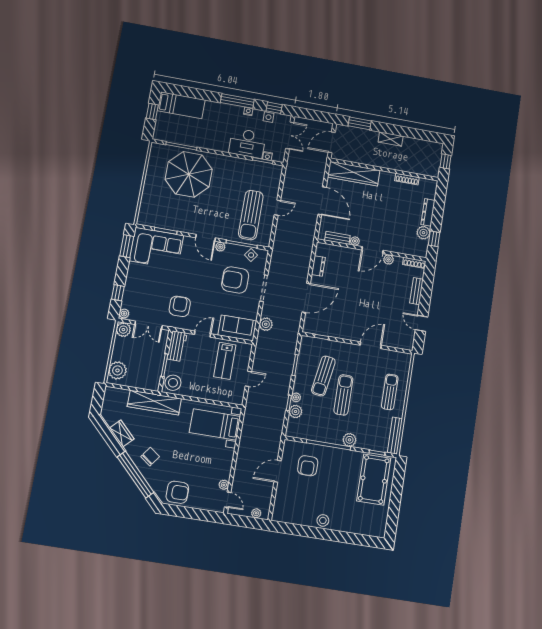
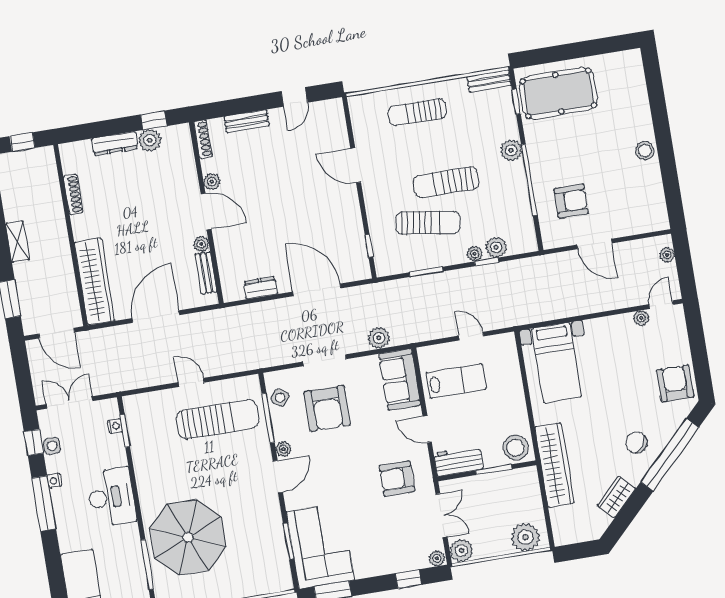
desk: (247, 143) -> (111, 497), moved
bench: (395, 436) -> (489, 81), width x0.73

